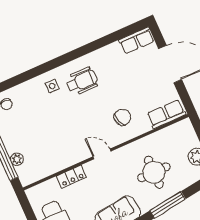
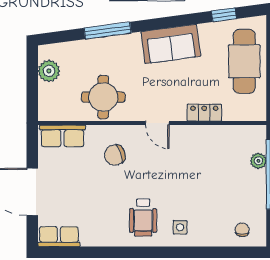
wheelchair: (82, 81) -> (143, 217), turned -90
round table: (154, 172) -> (103, 97), moved

